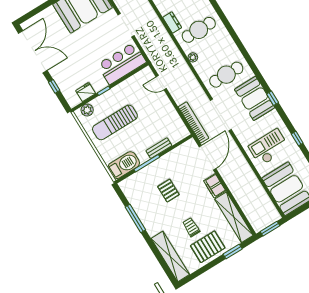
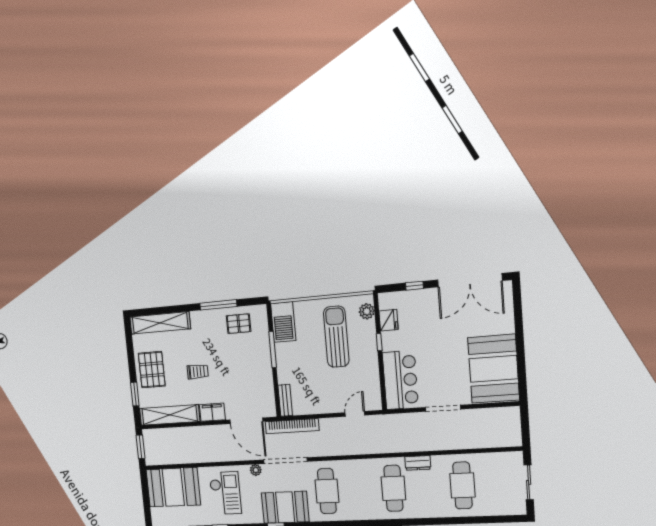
plant: (193, 57) -> (256, 470), moved
bench: (159, 148) -> (285, 400), moved
pallet: (168, 191) -> (239, 324), moved
trolley: (191, 227) -> (198, 372), moved

